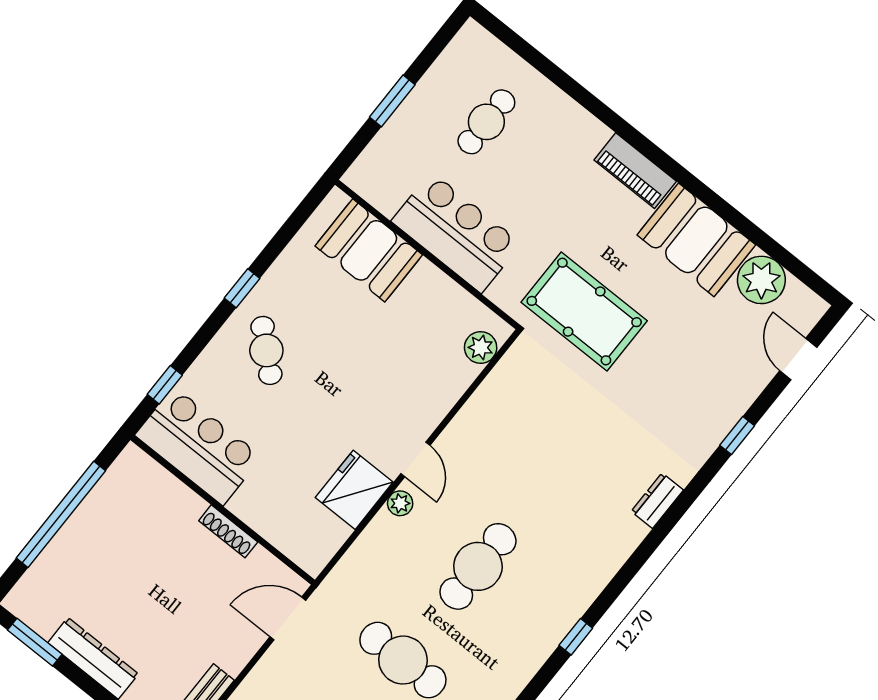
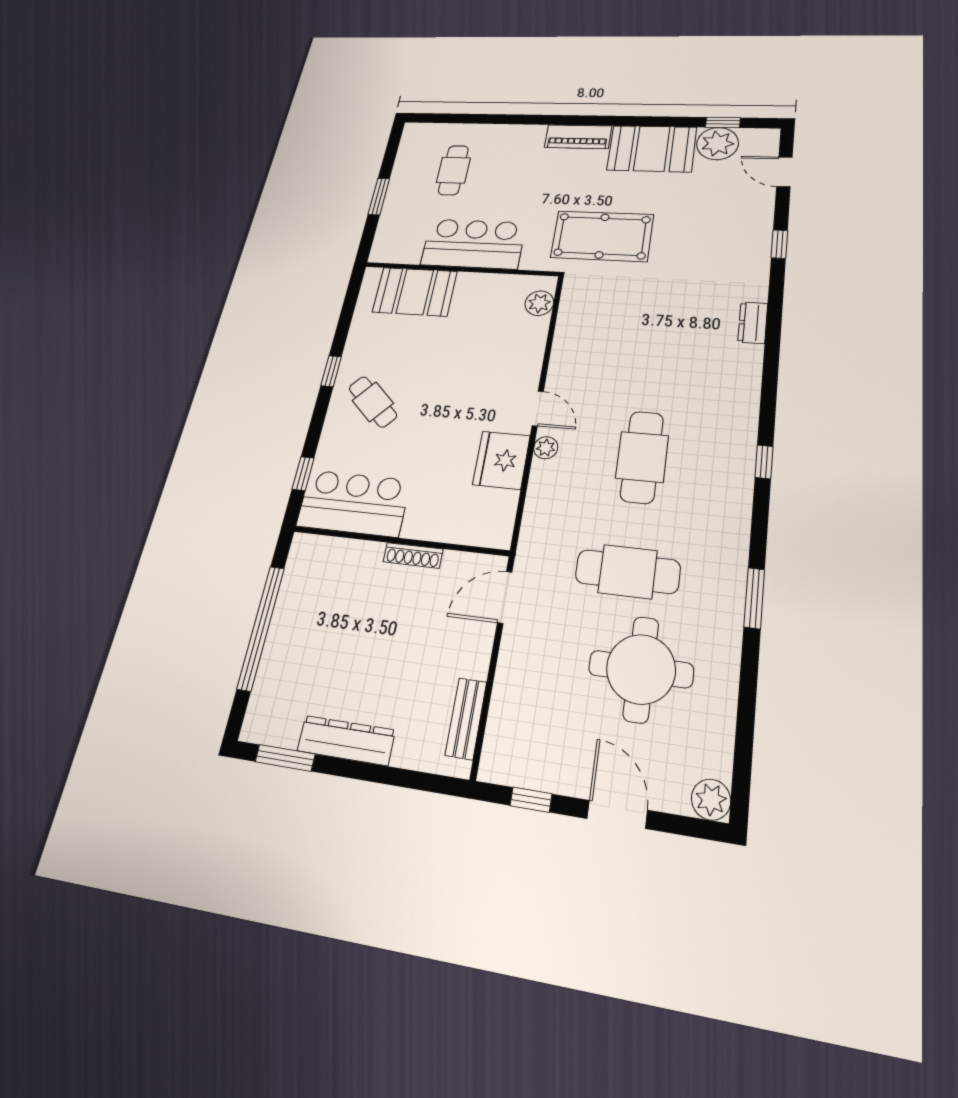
window: (784, 258) -> (723, 122), added

